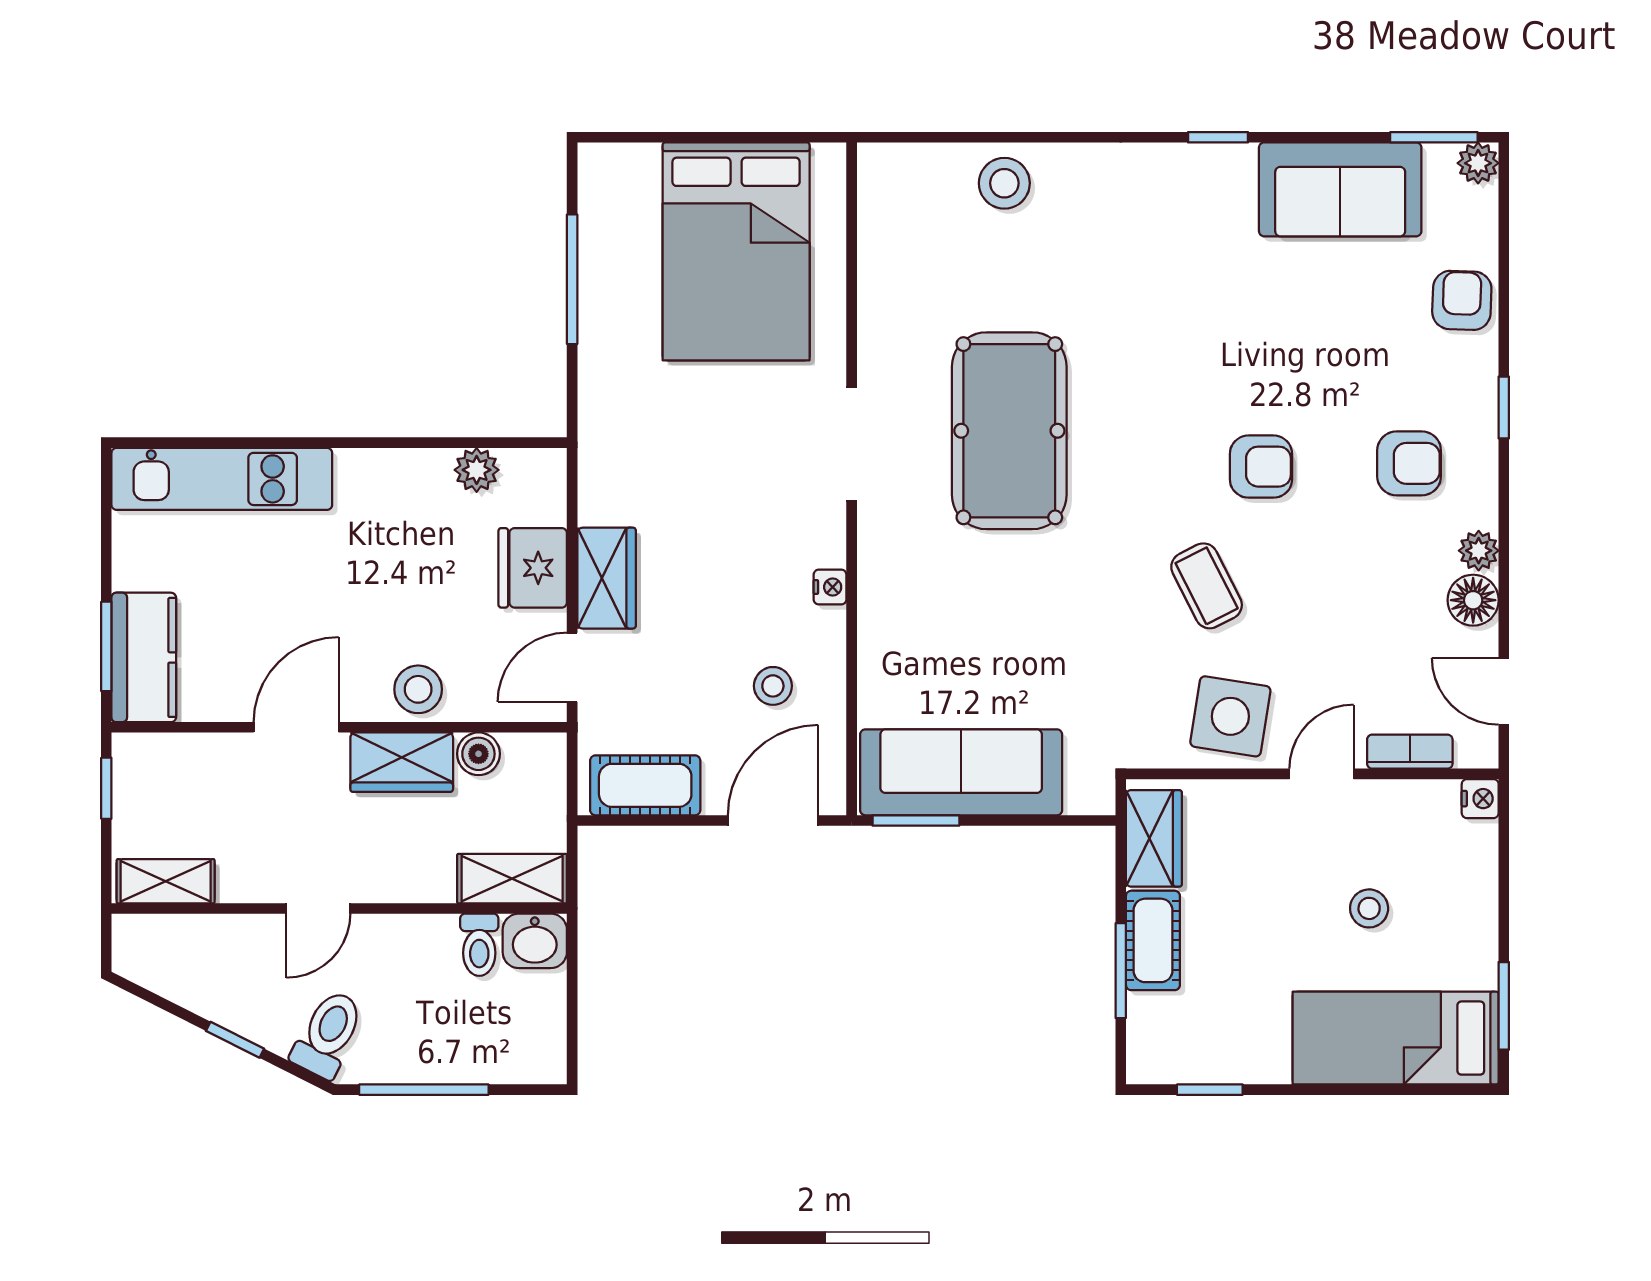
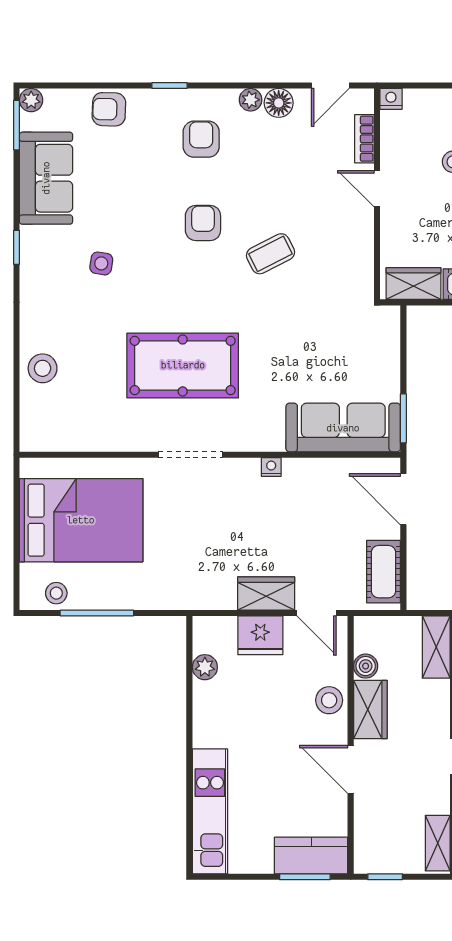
stool: (773, 686) -> (56, 593), moved
side table: (1230, 716) -> (101, 263), moved, width x0.54, depth x0.54
sofa: (961, 772) -> (343, 428), moved, turned 90

